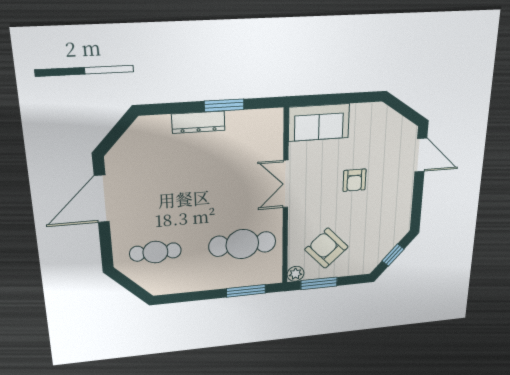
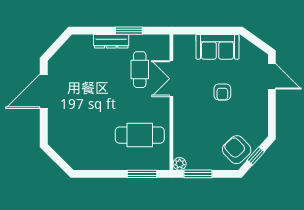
sofa: (319, 123) -> (217, 47), moved
double door: (286, 184) -> (171, 79), moved
armchair: (326, 248) -> (237, 150), moved
cafe table: (155, 252) -> (140, 70), moved, turned 90

